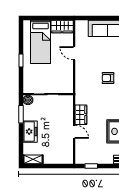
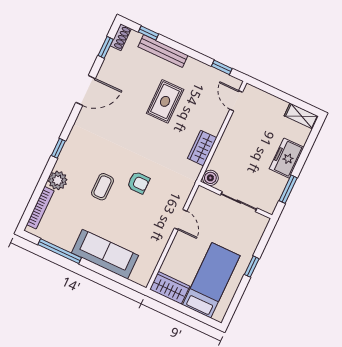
door: (74, 53) -> (181, 220), moved
boiler: (28, 100) -> (210, 178), moved
door: (74, 132) -> (236, 101), moved

